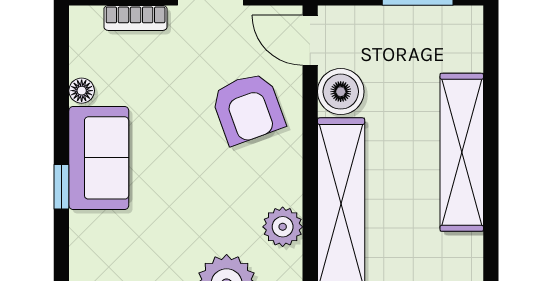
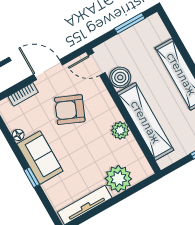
armchair: (248, 108) -> (70, 110), moved, turned 133
plant: (283, 227) -> (120, 130), moved

